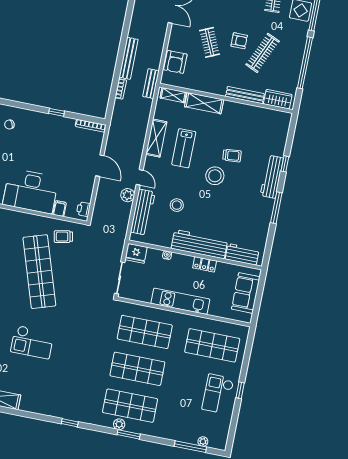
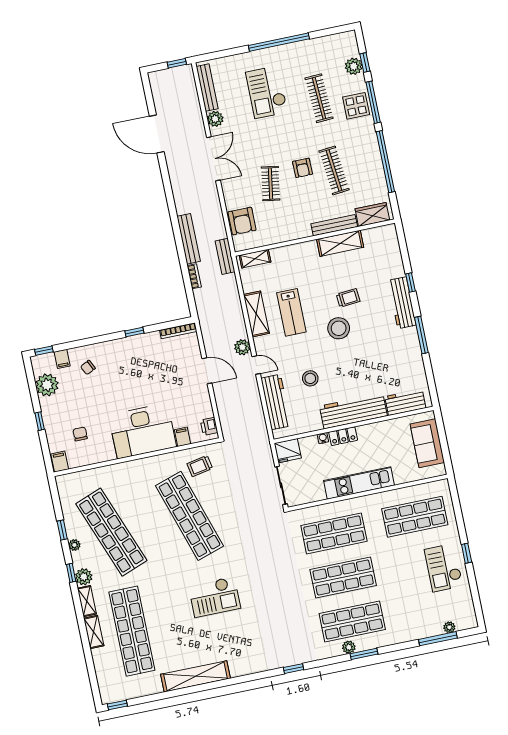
armchair: (239, 41) -> (302, 168), turned 90
clothes rail: (210, 42) -> (271, 184), turned 33
clothes rail: (263, 53) -> (334, 170), turned -30
shelving: (204, 103) -> (340, 243), moved
plant: (128, 195) -> (242, 347), moved
locker: (205, 264) -> (343, 436), moved

